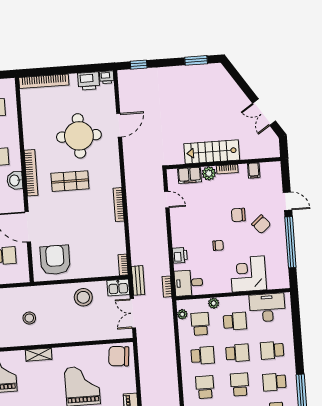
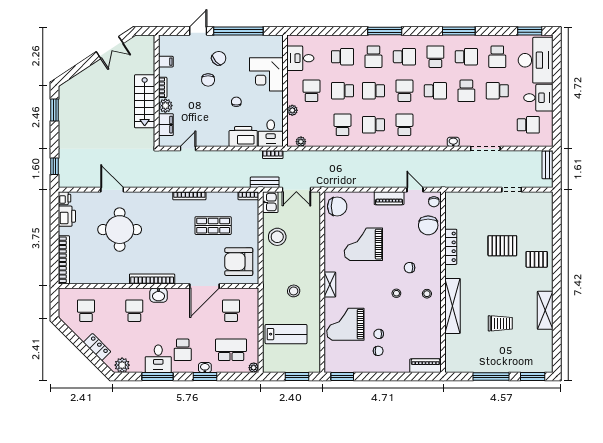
shop shelf: (70, 181) -> (213, 226), moved, turned 90
printer: (180, 255) -> (243, 136), width x1.87, depth x1.48
desk: (267, 307) -> (300, 58), width x0.73
school desk: (200, 324) -> (311, 125), removed
school desk: (272, 350) -> (342, 57), turned -90
school desk: (237, 353) -> (342, 91), turned -90
chair: (119, 356) -> (337, 206), turned -95

